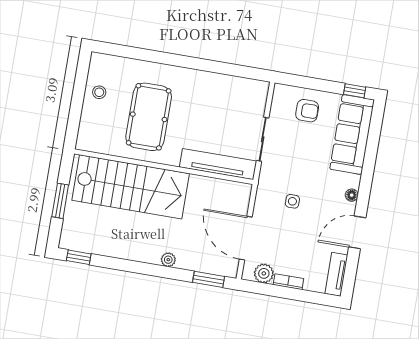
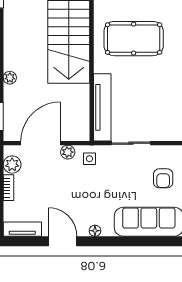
side table: (292, 201) -> (89, 159), moved
plant: (261, 210) -> (68, 152), added

